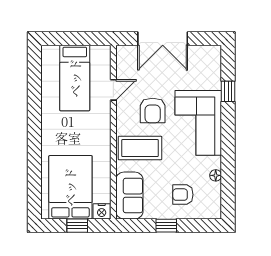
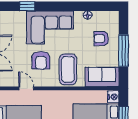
armchair: (153, 110) -> (41, 60), turned 90
armchair: (183, 195) -> (101, 39), turned 90
window: (166, 226) -> (123, 51), width x2.17

